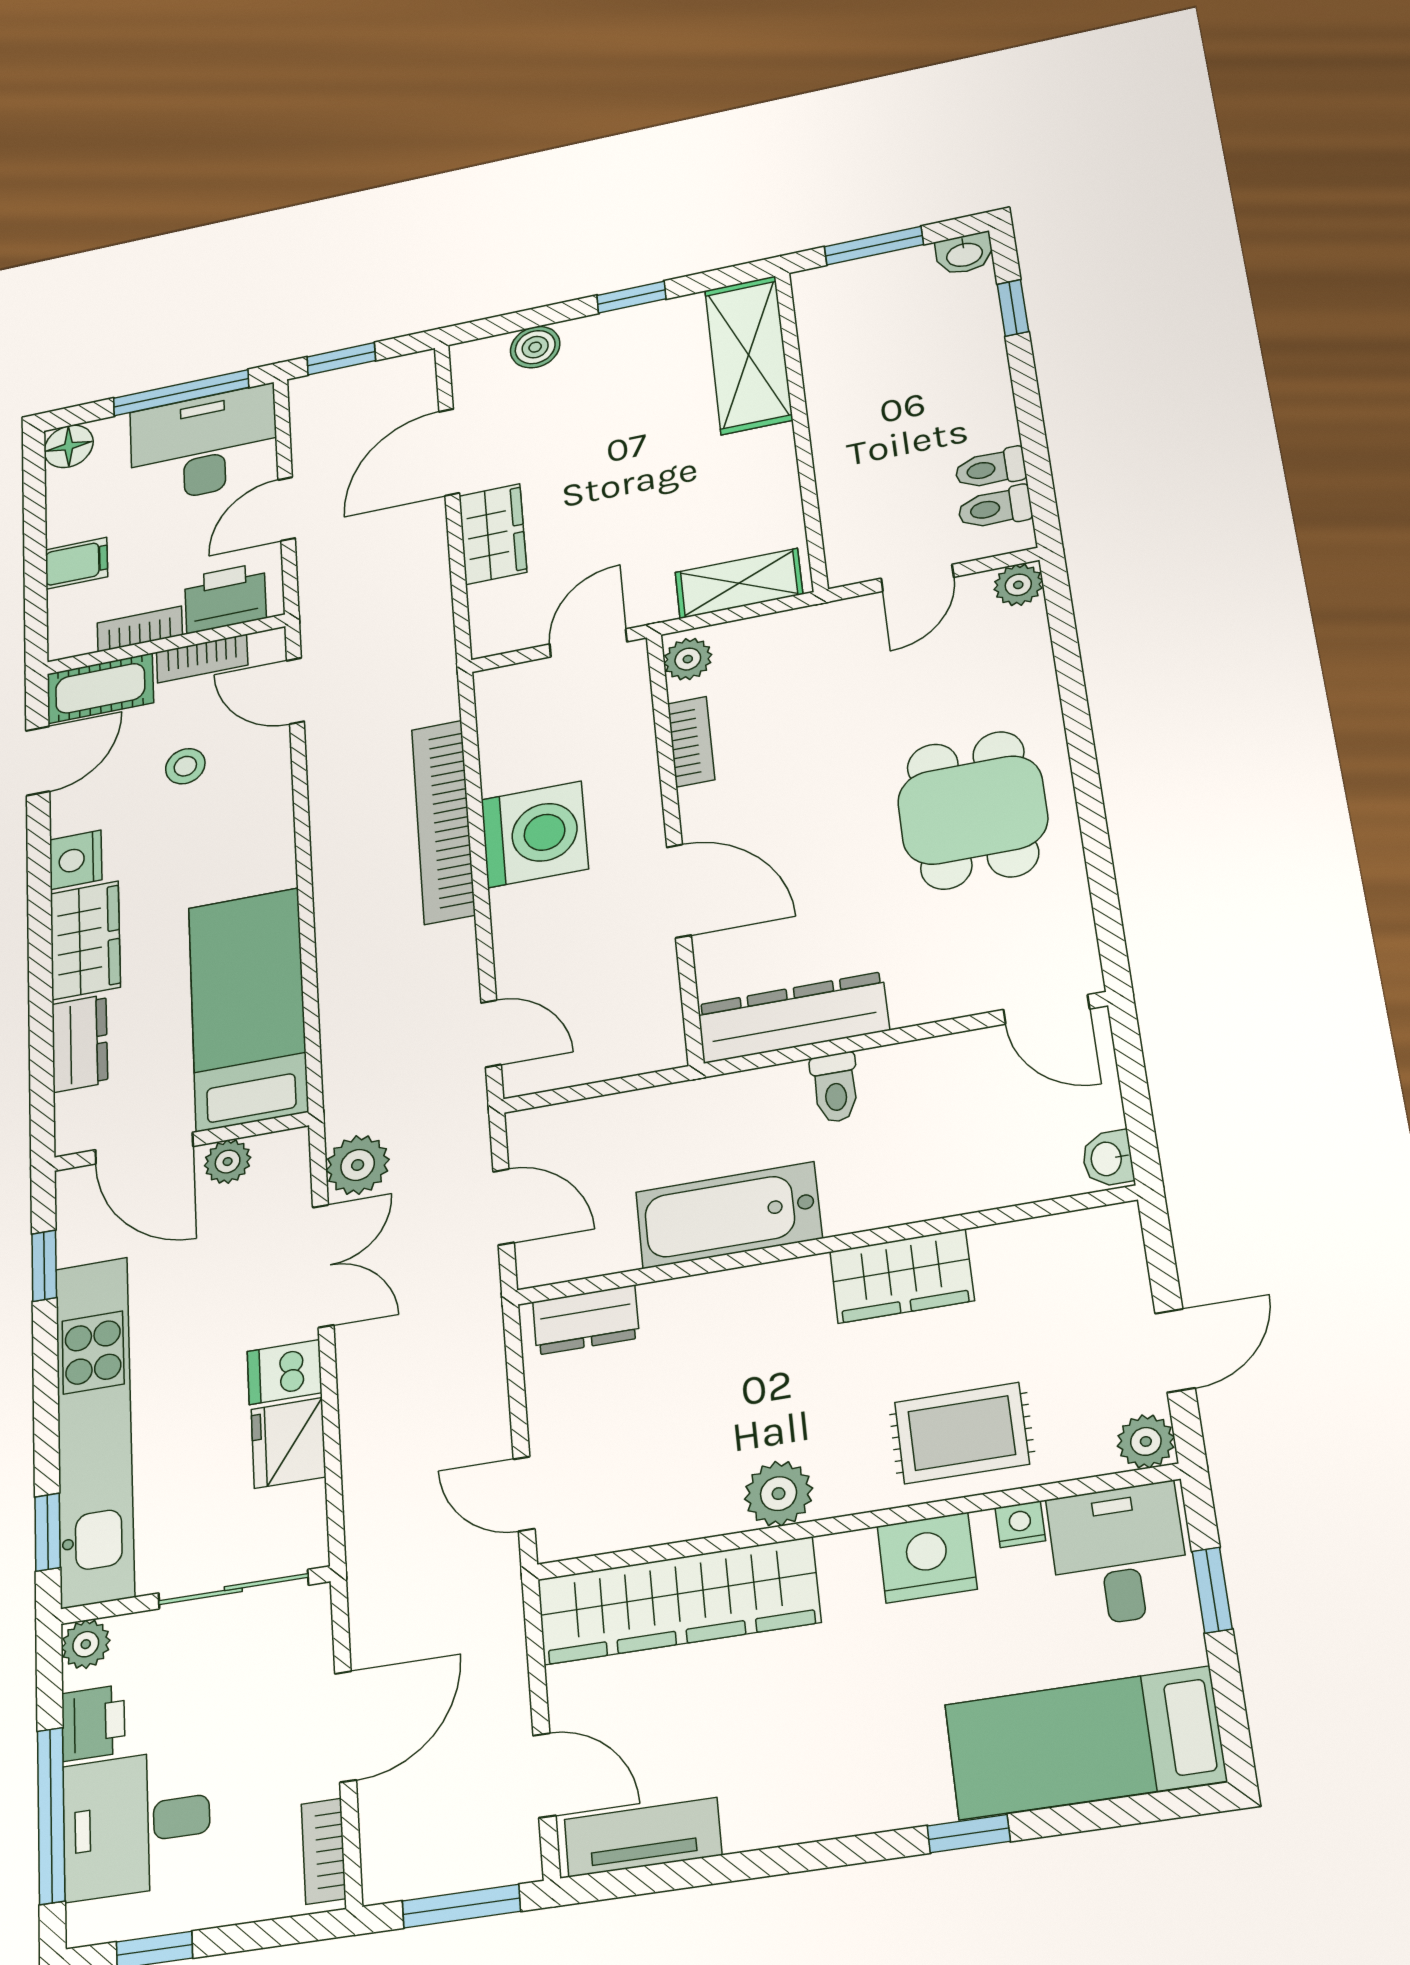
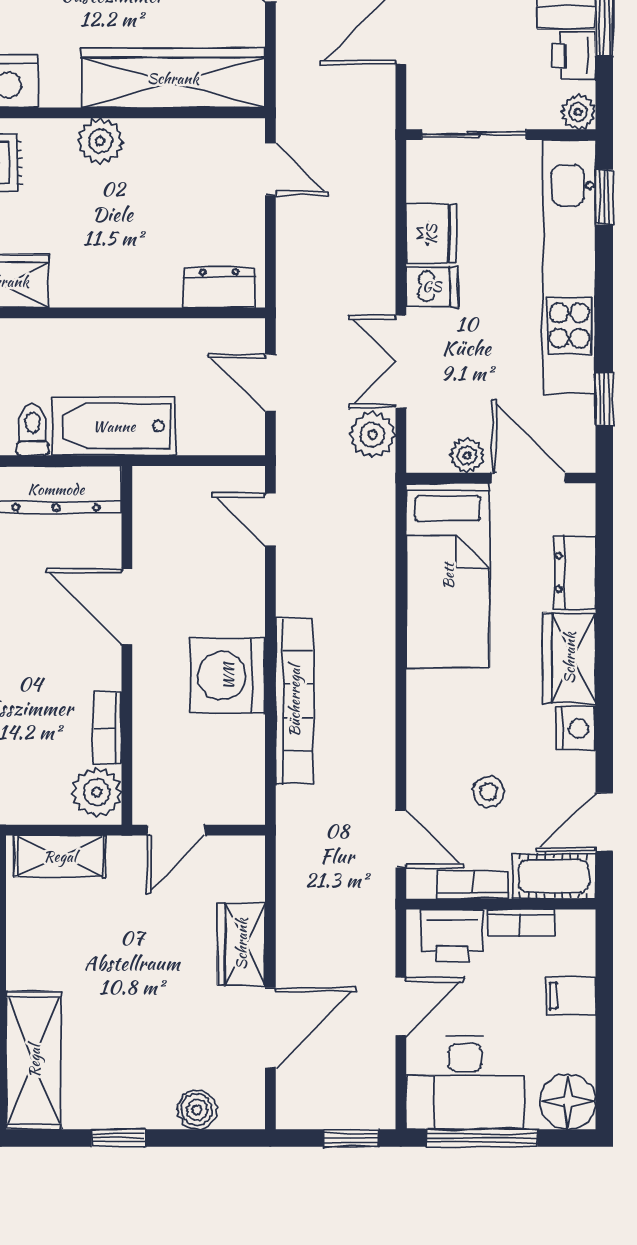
floor lamp: (69, 446) -> (568, 1102), width x1.38, depth x1.38
plant: (688, 659) -> (97, 792), width x1.38, depth x1.38
bathtub: (729, 1215) -> (114, 426), moved, turned 180

